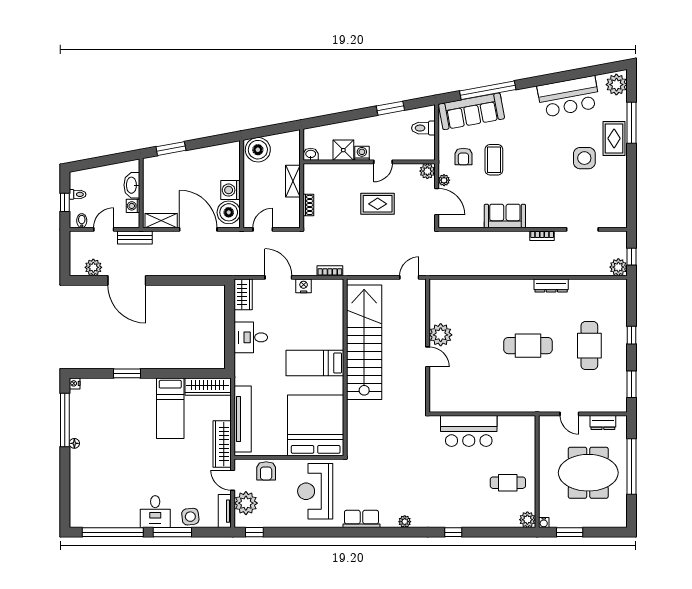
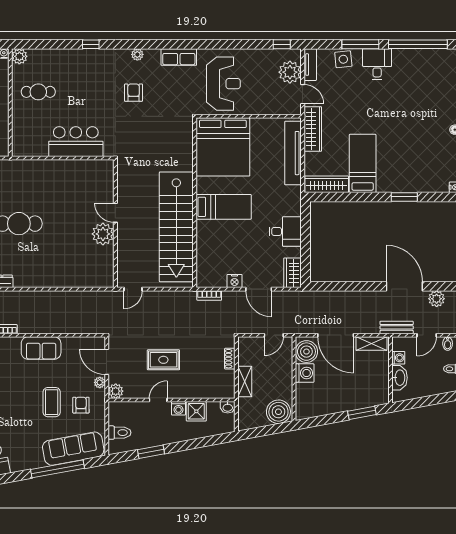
armchair: (266, 471) -> (134, 93), moved

